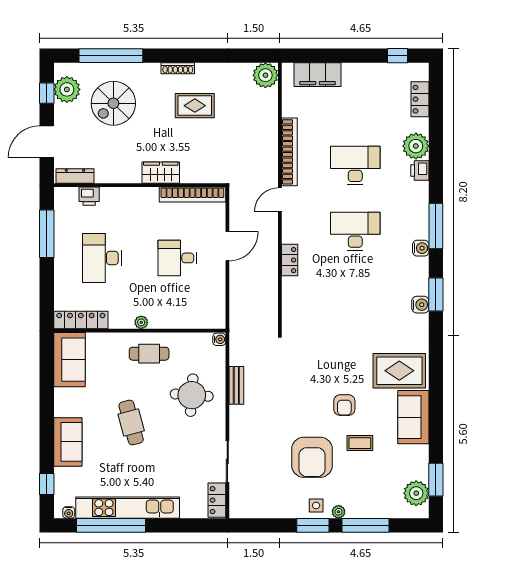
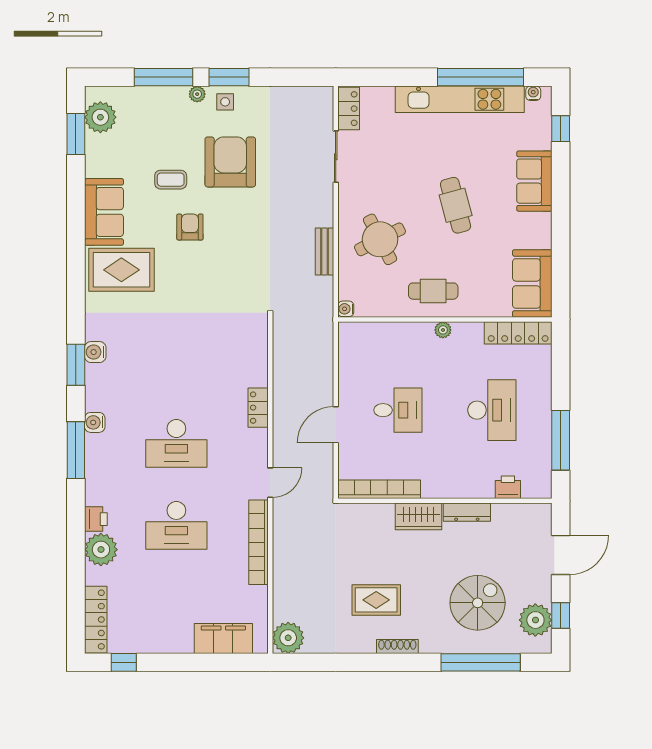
locker: (420, 99) -> (96, 620), width x1.53
dresser: (75, 176) -> (467, 512), moved
round table: (192, 395) -> (380, 239), turned -31

